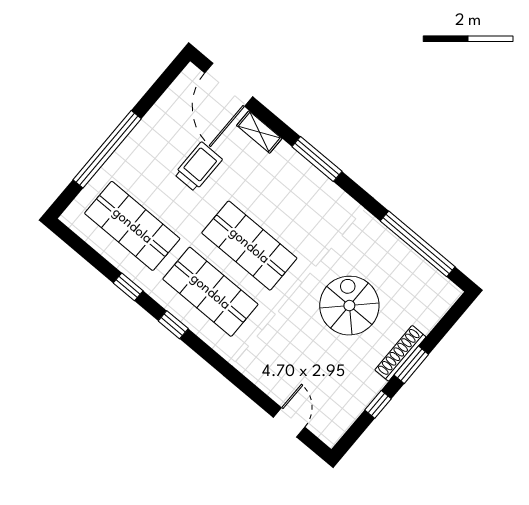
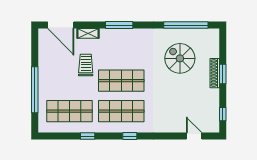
trolley: (198, 167) -> (86, 65), moved
spiral stairs: (349, 306) -> (180, 58), moved
window: (173, 325) -> (130, 136), moved
window: (378, 404) -> (223, 114), moved

